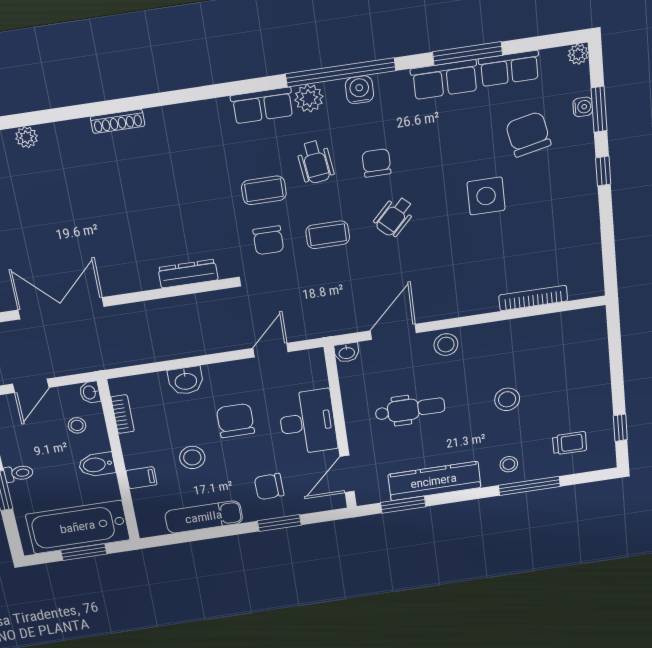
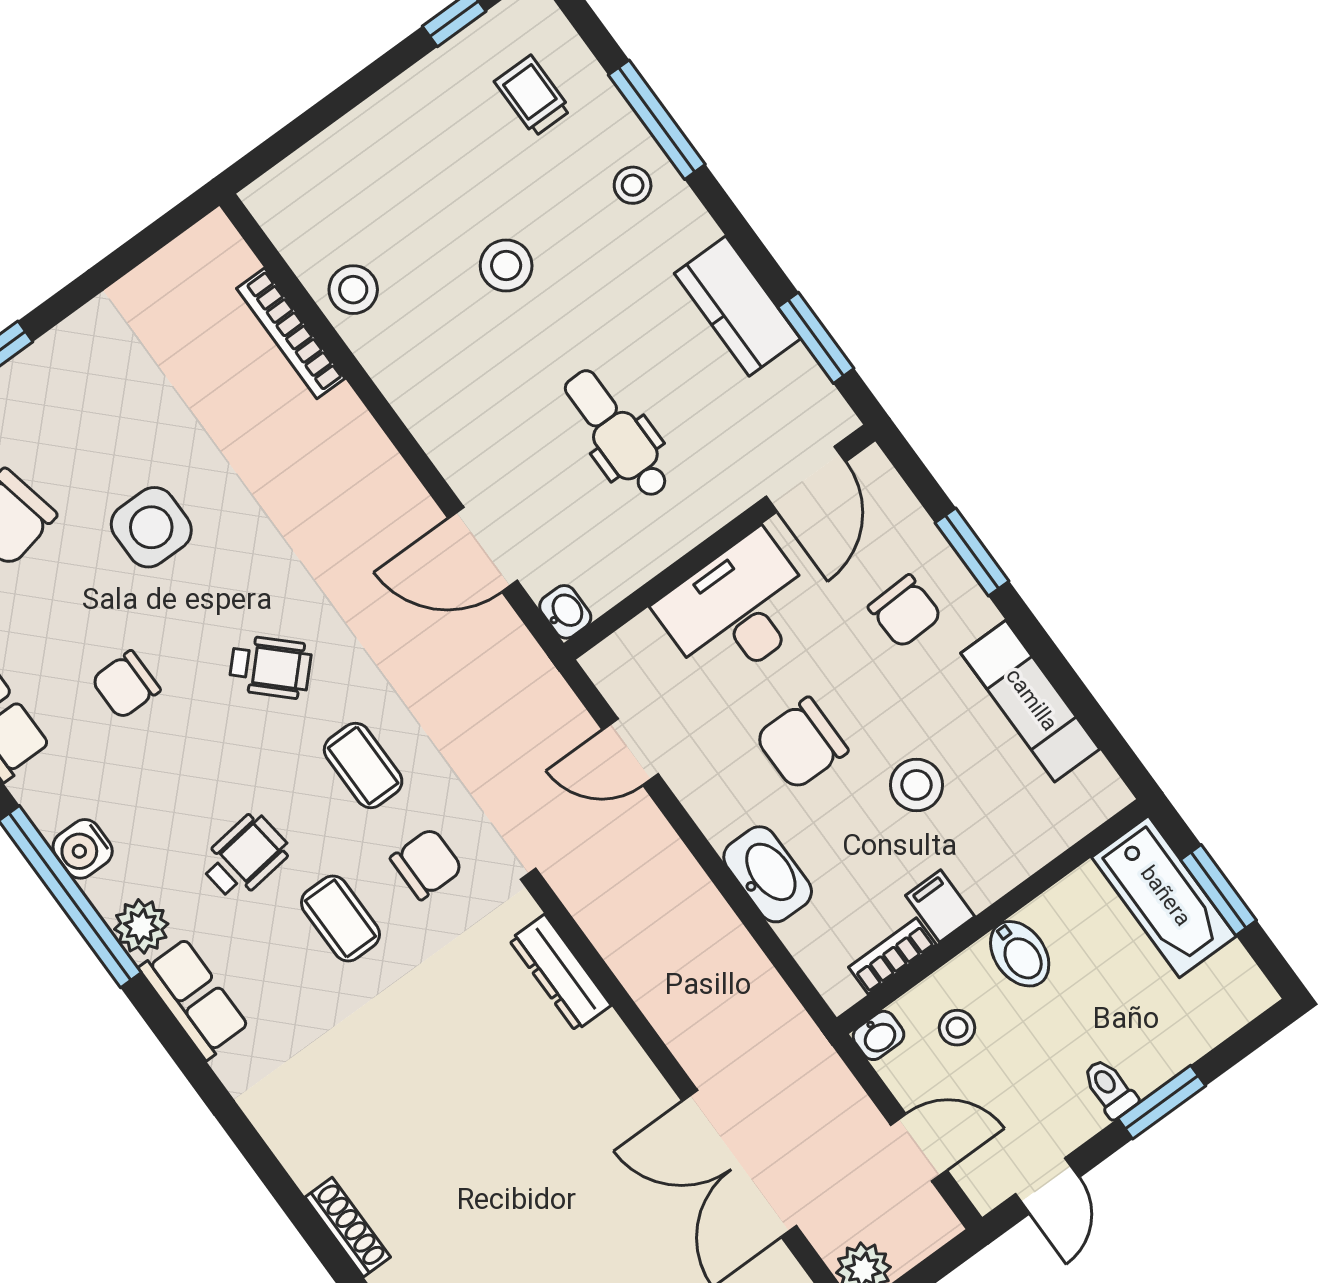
chair: (376, 163) -> (126, 685), moved
stool: (446, 345) -> (353, 290), moved
washbasin: (186, 381) -> (768, 874), width x1.38
door: (347, 474) -> (806, 479), hinge flipped
filing cabinet: (141, 478) -> (940, 906), moved
kitchen counter: (434, 481) -> (737, 306), width x0.67
bathtub: (78, 527) -> (1164, 897), width x0.73, depth x0.73

